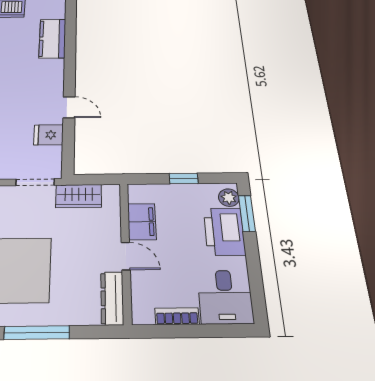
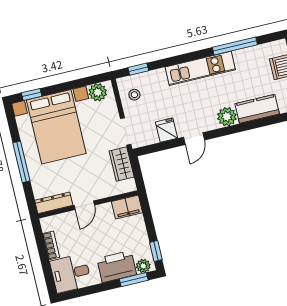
plant: (52, 69) -> (227, 117), added
window: (184, 179) -> (156, 251), moved
filing cabinet: (142, 222) -> (127, 207), moved

